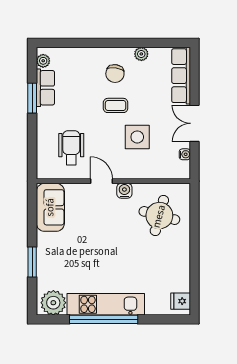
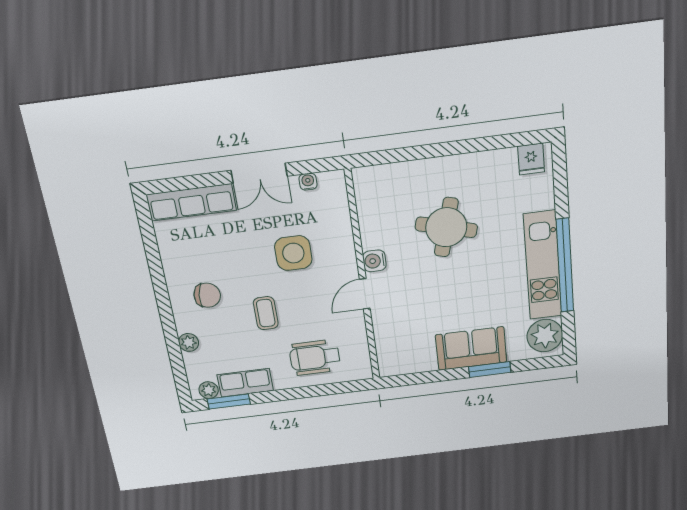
plant: (141, 54) -> (189, 342), moved
window: (32, 98) -> (229, 402), moved
coffee table: (116, 105) -> (266, 313), moved
wheelchair: (71, 148) -> (315, 357), moved
sofa: (50, 207) -> (471, 348), moved
round table: (159, 216) -> (446, 227), moved

